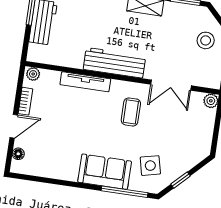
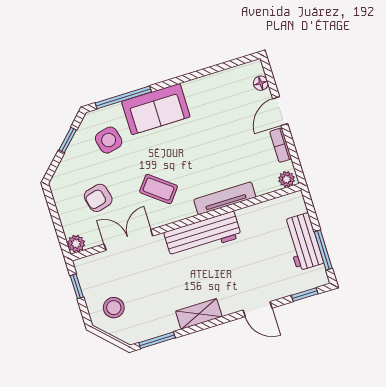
coffee table: (131, 112) -> (159, 189), turned -52
armchair: (178, 127) -> (98, 198), added

